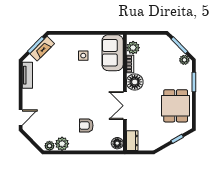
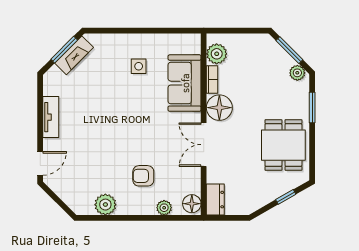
sofa: (113, 53) -> (185, 83), moved
tv unit: (27, 75) -> (51, 117), moved
plant: (50, 146) -> (164, 208), moved

